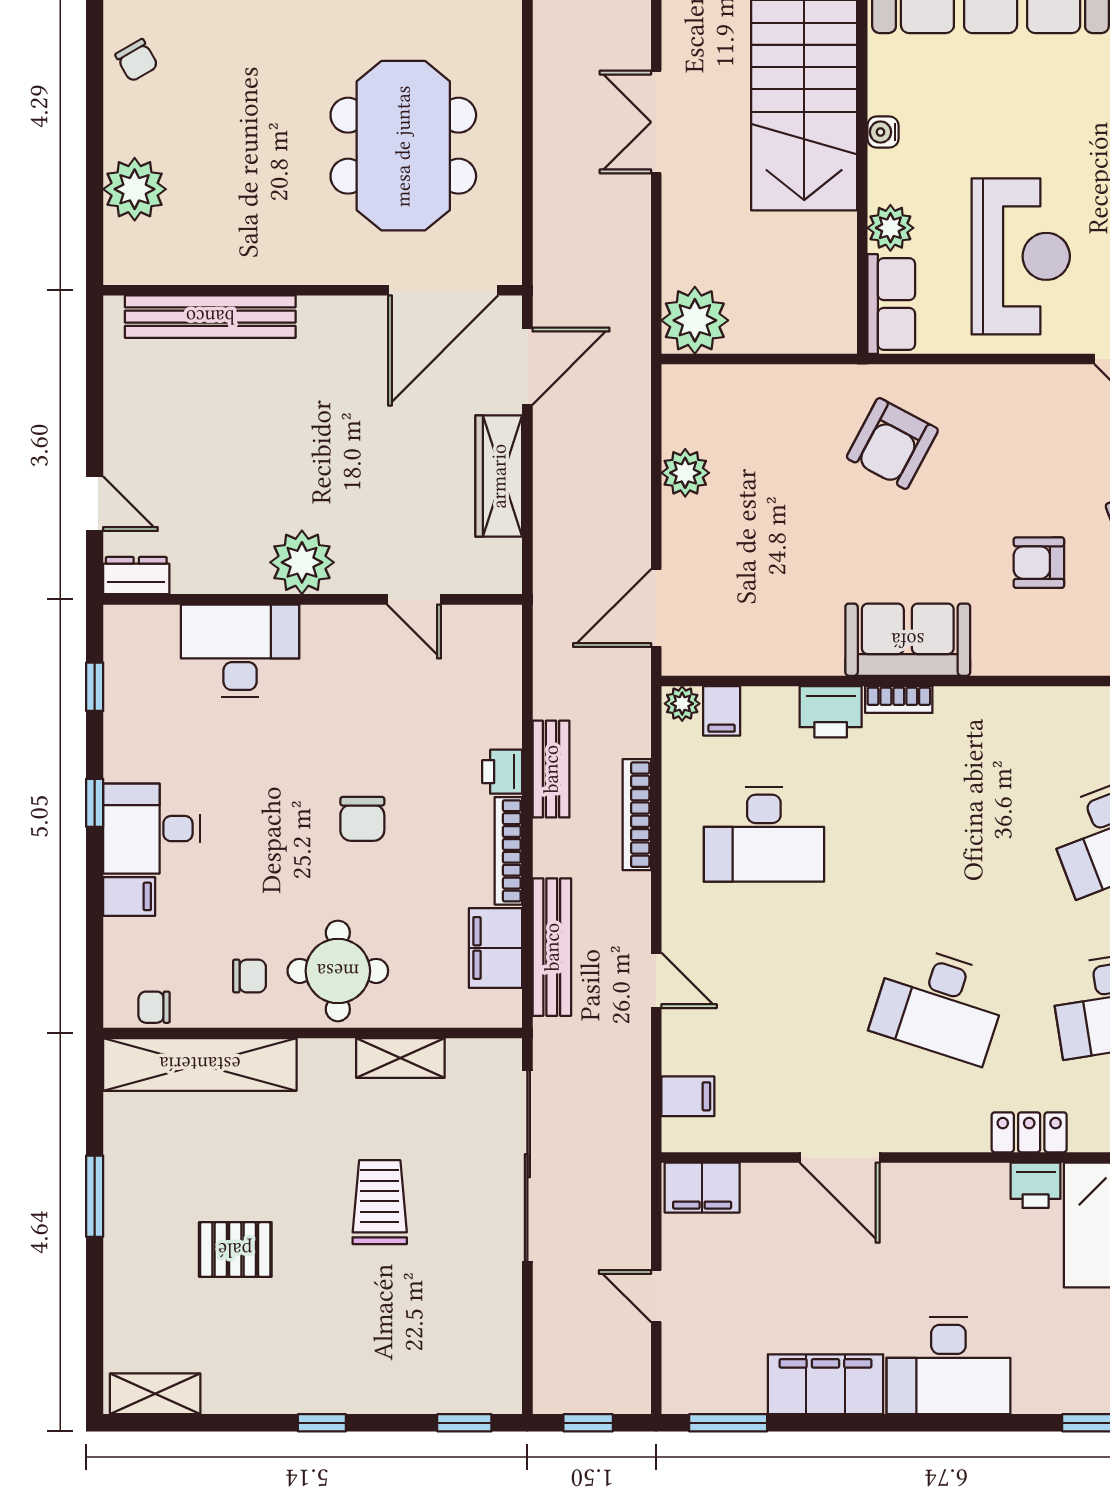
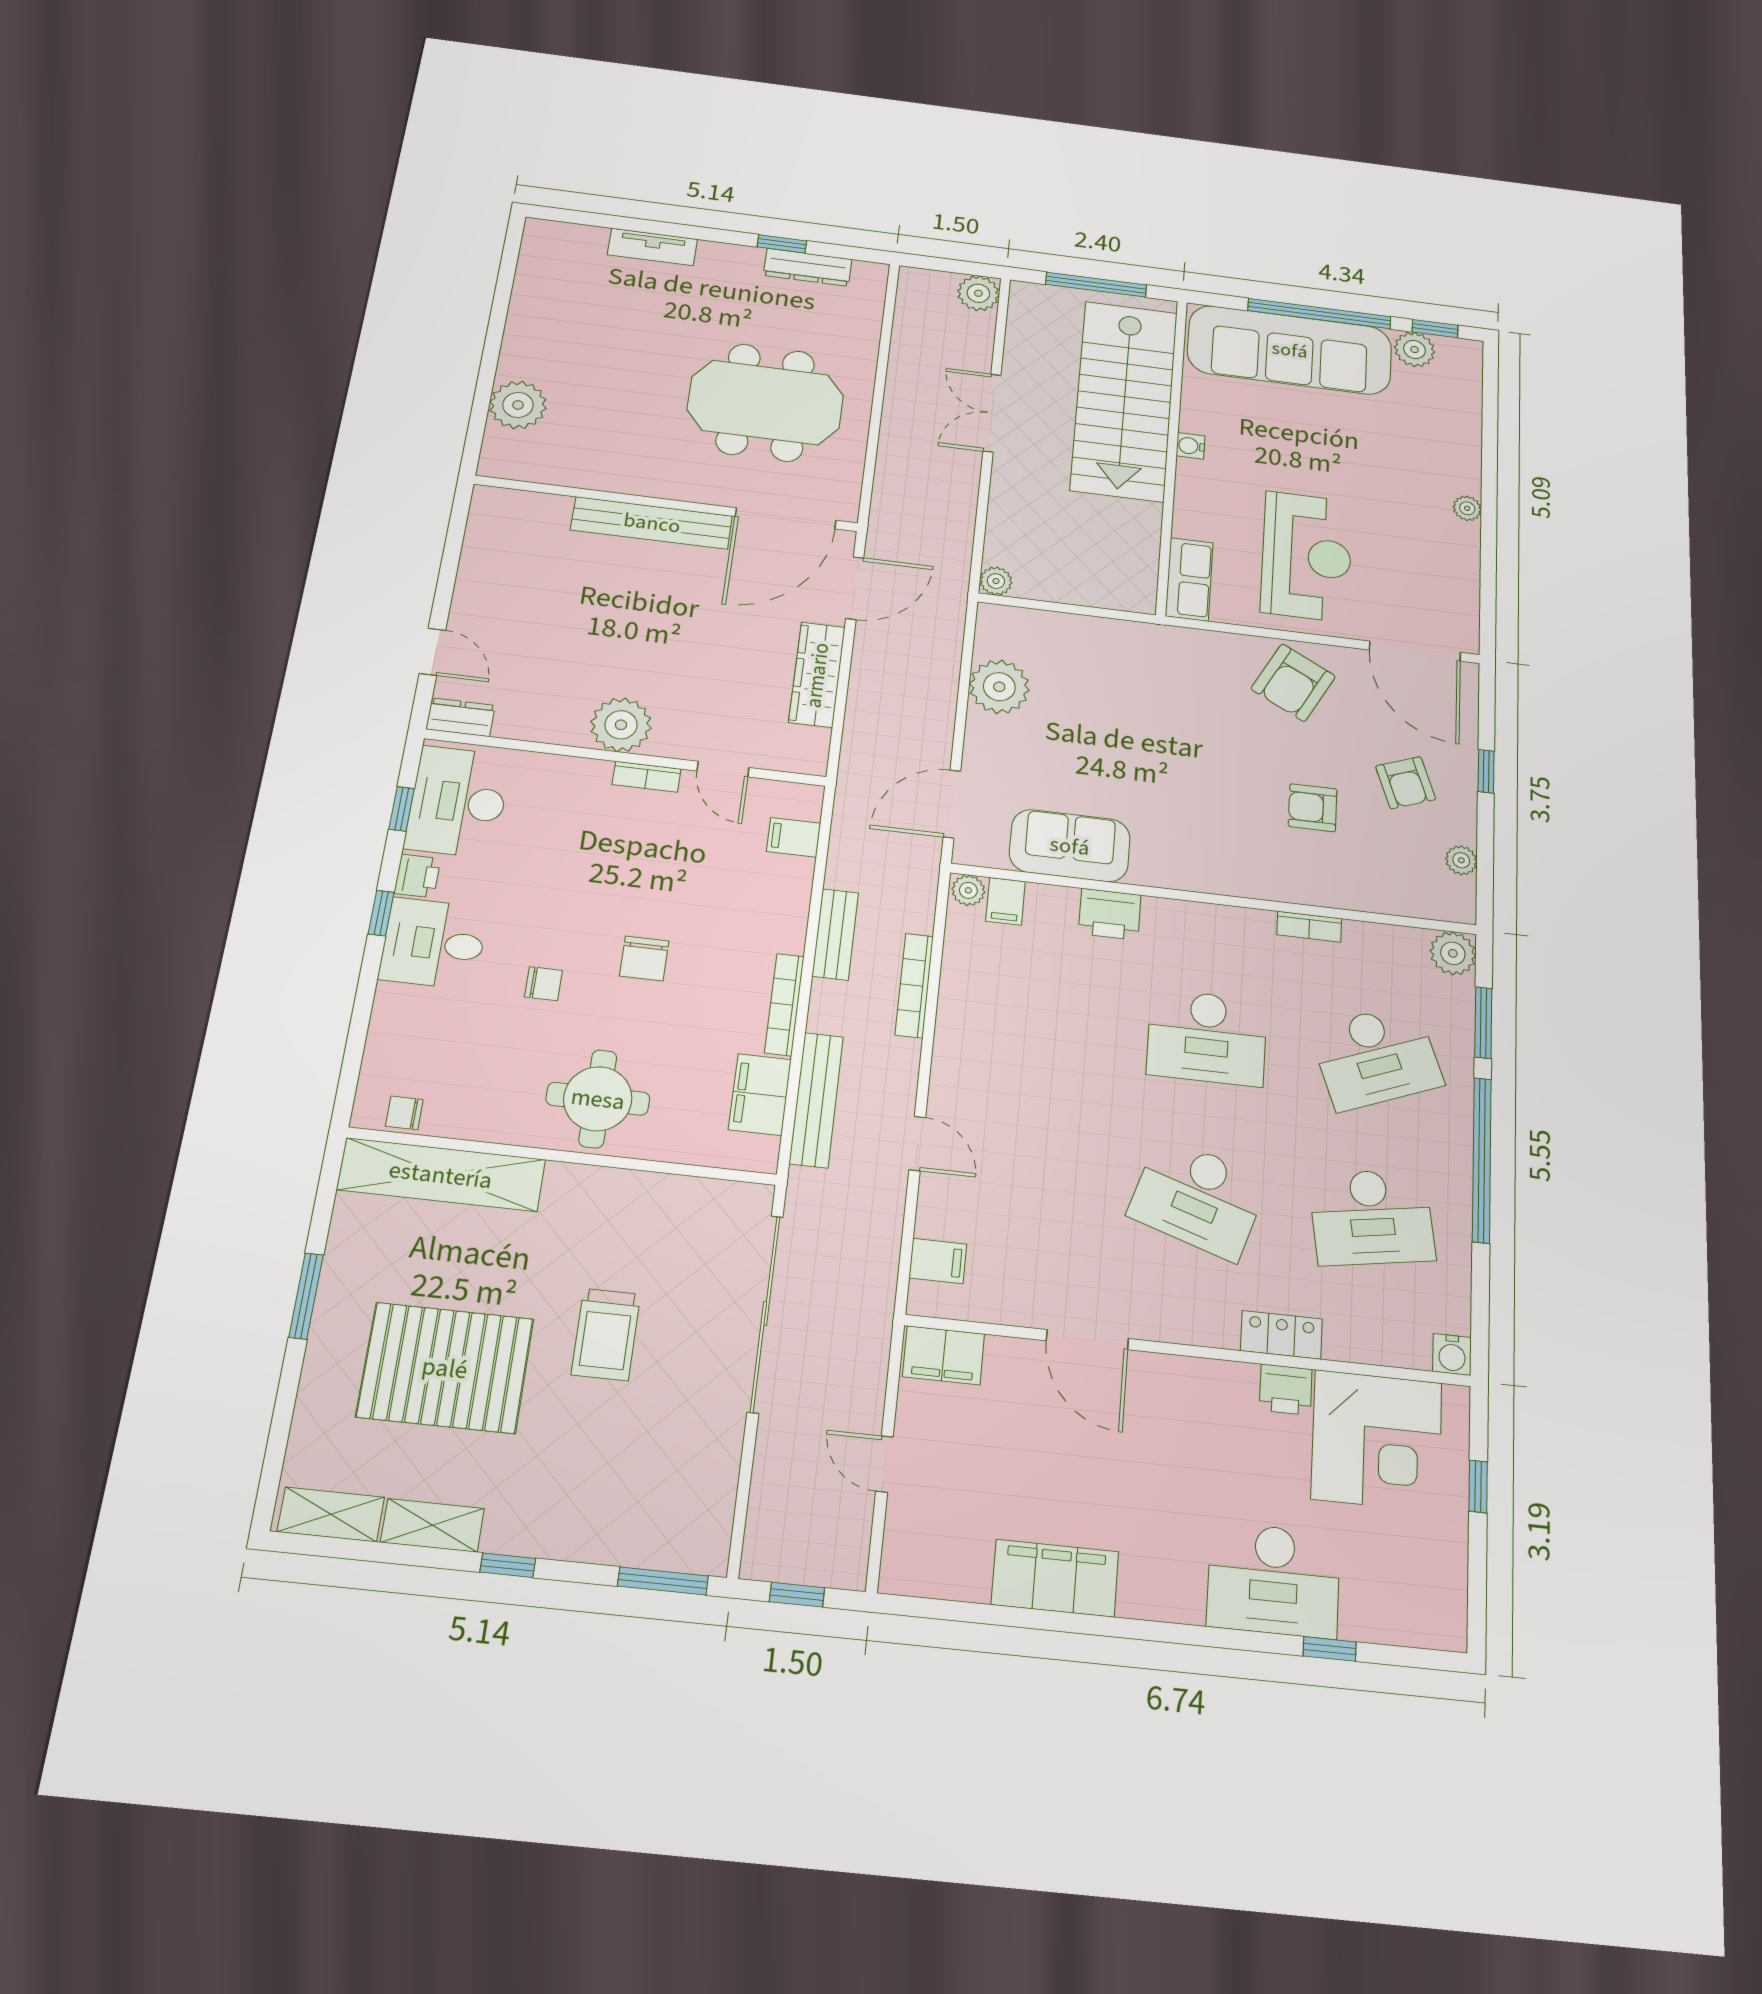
chair: (137, 60) -> (538, 309), removed
meeting table: (403, 146) -> (765, 402), turned 90
plant: (890, 228) -> (1192, 520), removed
bench: (210, 317) -> (652, 523), moved
plant: (695, 320) -> (996, 581), width x0.53, depth x0.53
armchair: (892, 444) -> (1293, 683), moved
plant: (685, 473) -> (999, 687), width x1.36, depth x1.36
bookcase: (337, 618) -> (647, 777), added
sofa: (908, 640) -> (1070, 846), moved
desk: (240, 651) -> (458, 802), moved, turned -90
bookcase: (899, 700) -> (1309, 927), moved
printer: (502, 772) -> (417, 876), moved, turned 180
desk: (764, 834) -> (1207, 1037), moved
filing cabinet: (129, 896) -> (794, 837), moved, turned 180
chair: (250, 976) -> (543, 984), moved
shelving: (400, 1058) -> (432, 1525), moved
trolley: (380, 1202) -> (606, 1334), turned 180
pallet: (235, 1250) -> (445, 1368), width x2.05, depth x2.00
desk: (948, 1366) -> (1274, 1580), moved
window: (464, 1423) -> (663, 1581), width x1.50
window: (728, 1423) -> (948, 1610), removed

